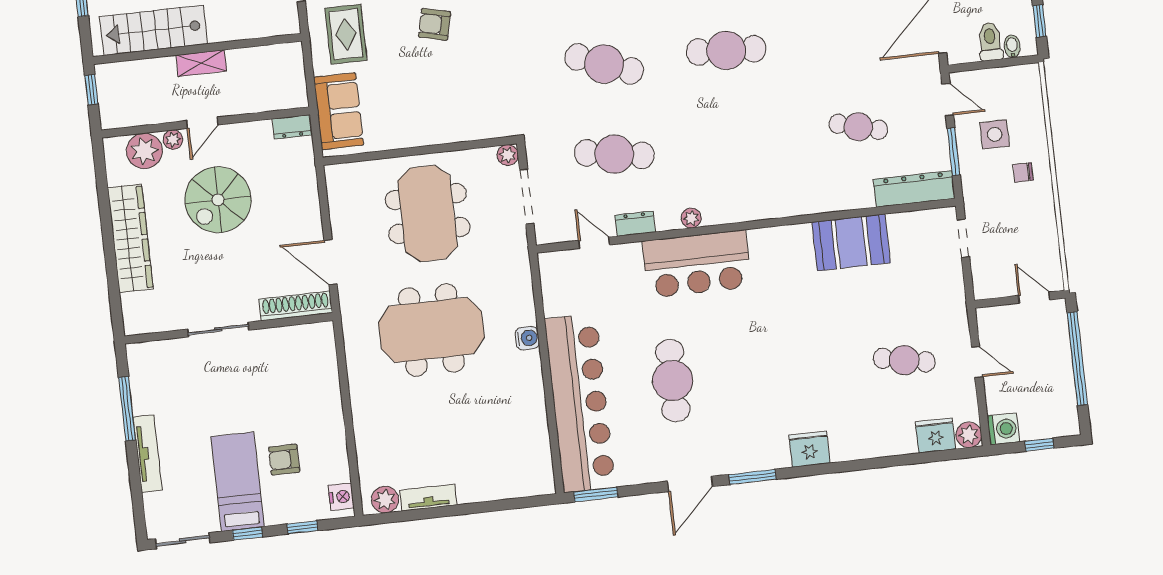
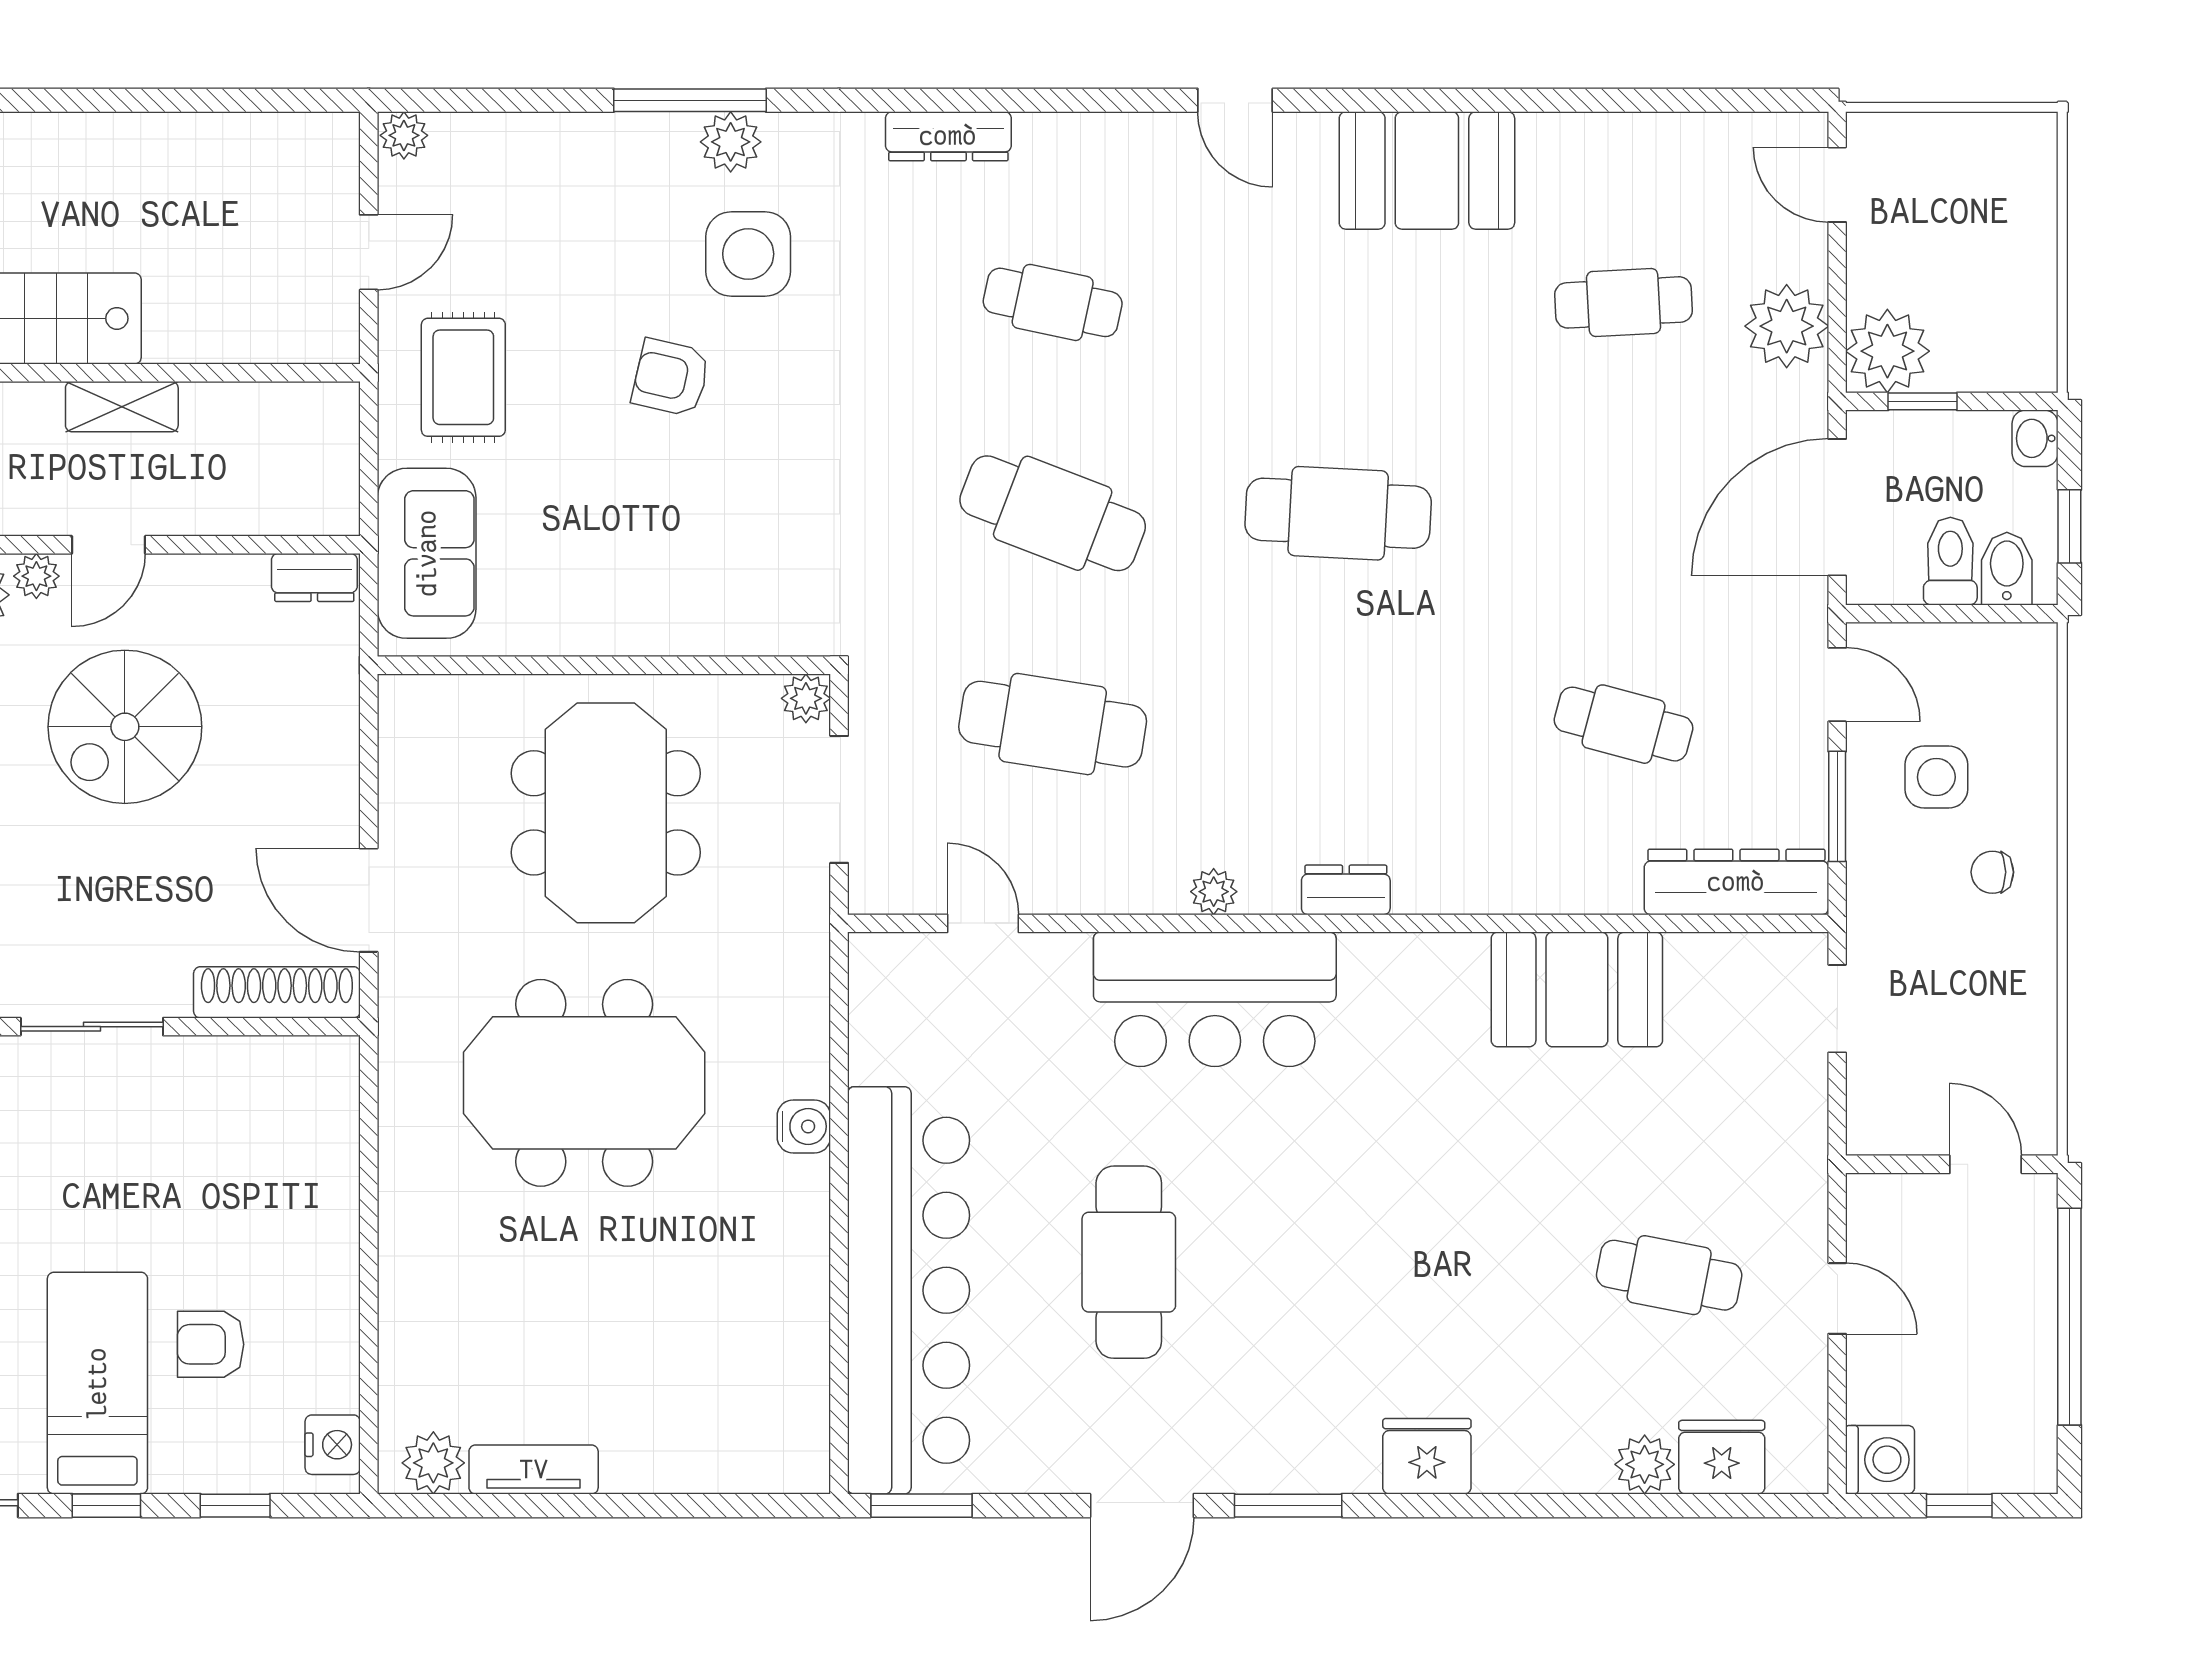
bidet: (1012, 46) -> (2007, 569), width x1.38, depth x1.36
dresser: (635, 224) -> (1346, 890), moved
plant: (969, 435) -> (1645, 1464), moved

